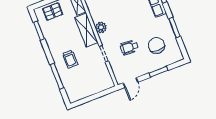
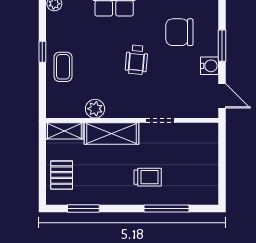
plant: (101, 27) -> (95, 109), moved
wheelchair: (129, 47) -> (137, 60), moved
water cooler: (144, 69) -> (210, 66), added

